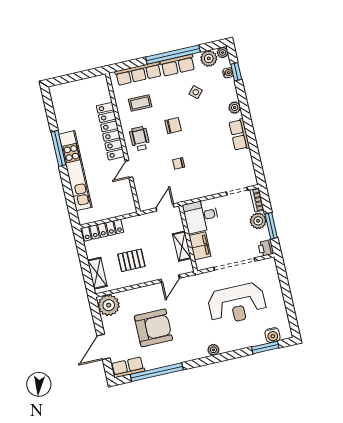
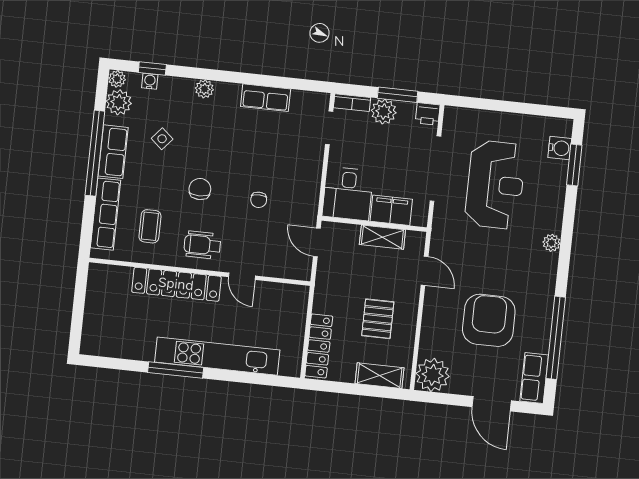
row of seats: (239, 135) -> (266, 98), moved

